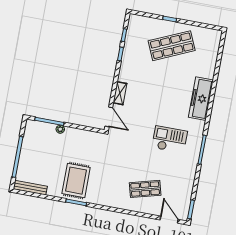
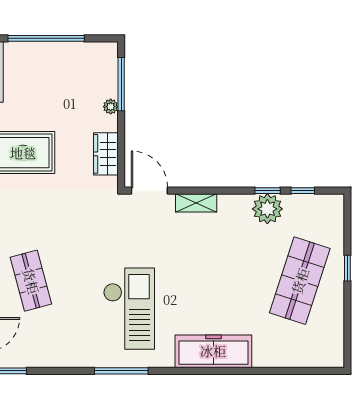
shop shelf: (172, 46) -> (300, 281), turned 42
plant: (130, 56) -> (267, 209), added
door: (109, 117) -> (149, 191), swing flipped
wardrobe: (85, 136) -> (106, 154), added
checkout: (170, 139) -> (129, 309), width x1.36, depth x1.21

